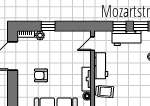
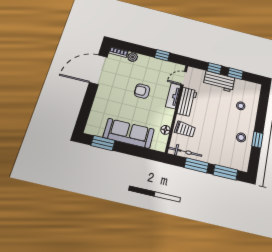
window: (48, 26) -> (162, 55), moved
armchair: (41, 75) -> (142, 91), moved
tv unit: (87, 79) -> (173, 96), moved

